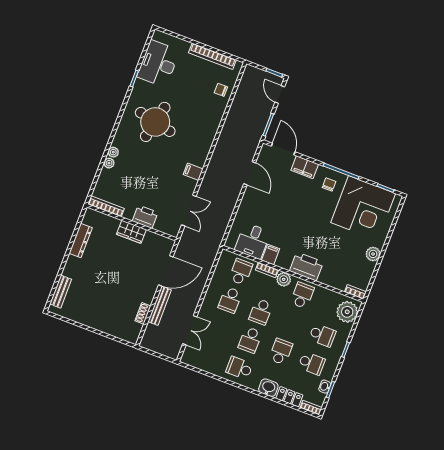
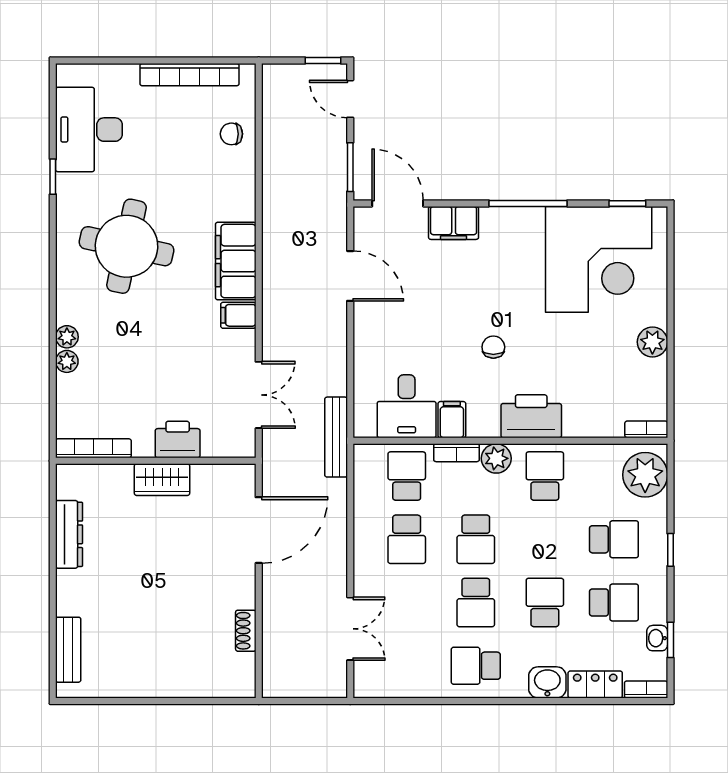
filing cabinet: (201, 147) -> (236, 261), added
chair: (329, 184) -> (493, 347), moved
bench: (160, 306) -> (336, 437), moved

